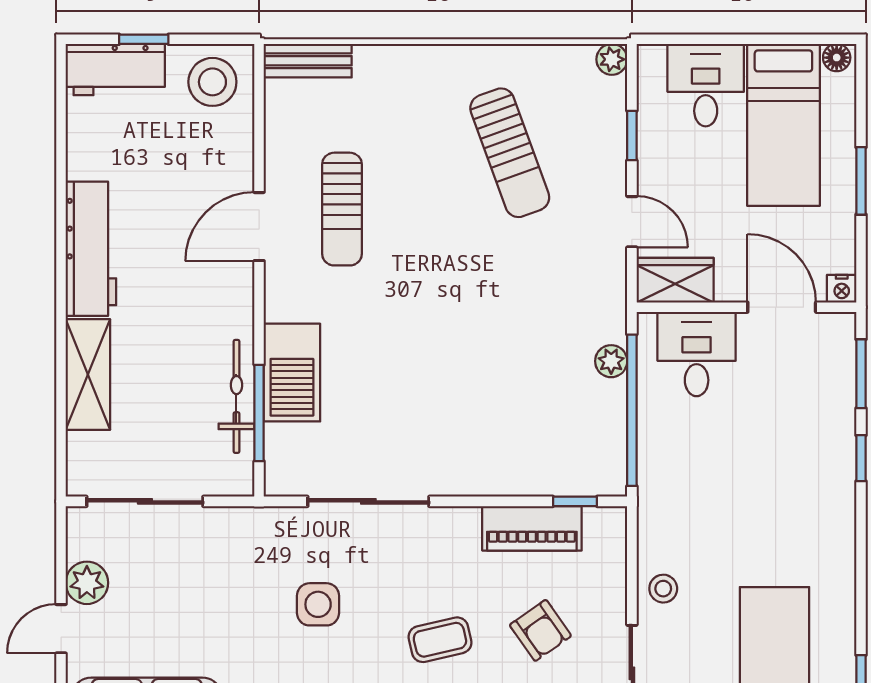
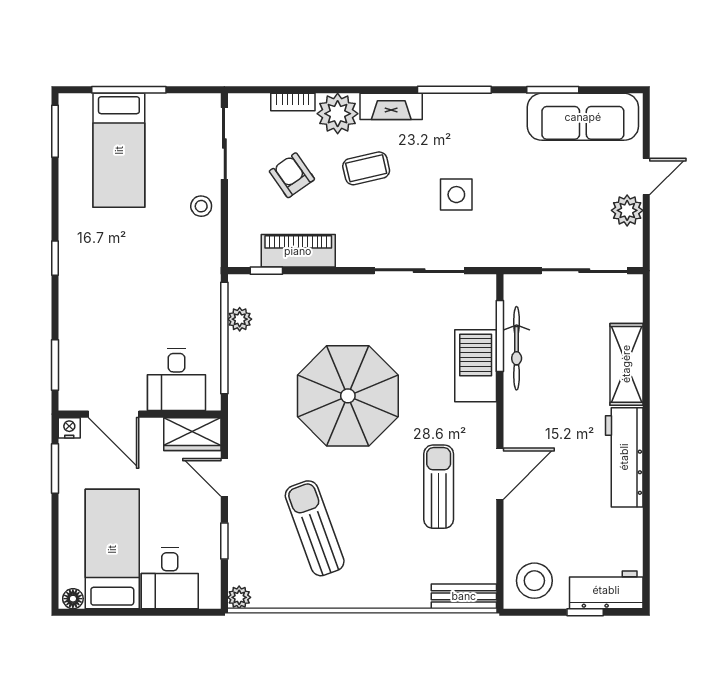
window: (861, 181) -> (55, 468), moved
parasol: (465, 332) -> (348, 396), added
plant: (611, 361) -> (240, 319), moved
window: (861, 458) -> (55, 258), moved

